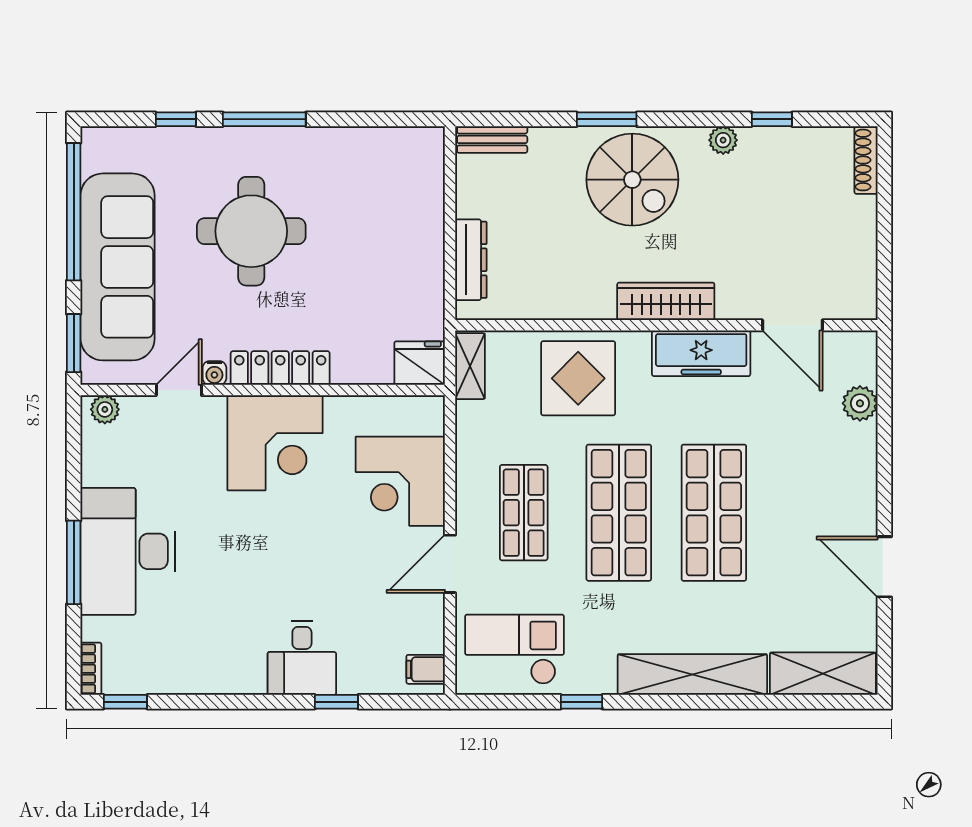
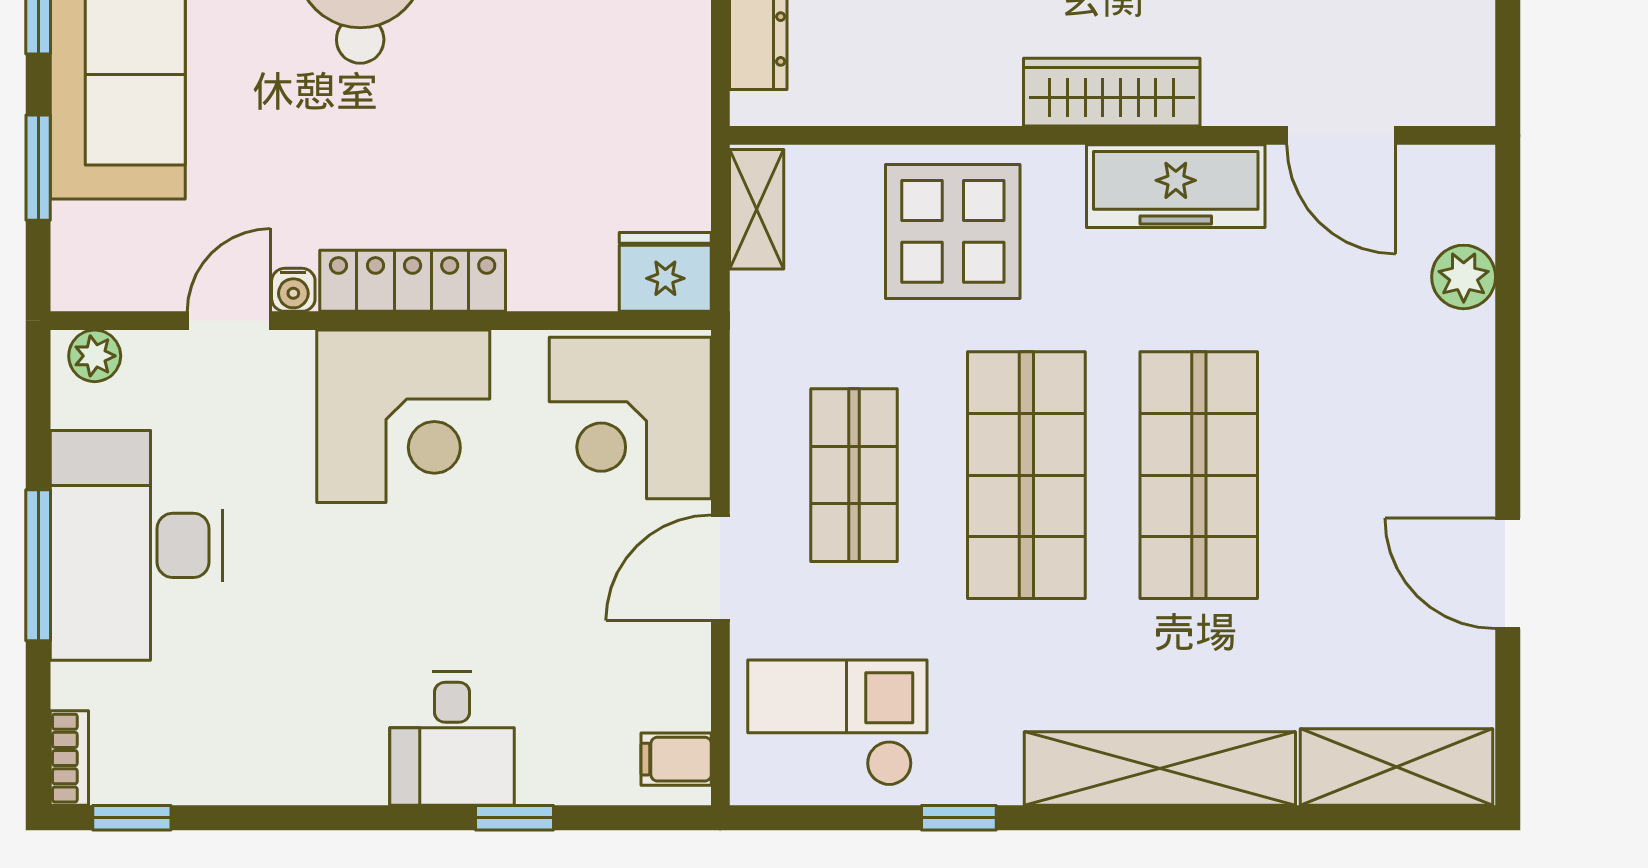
fridge: (420, 363) -> (665, 272), moved
locker: (280, 368) -> (413, 281), moved
water cooler: (214, 373) -> (293, 290), moved
door: (179, 390) -> (229, 321), moved
wall: (263, 390) -> (381, 321), moved
plant: (105, 409) -> (95, 356), moved
corner desk: (275, 443) -> (403, 416), moved

